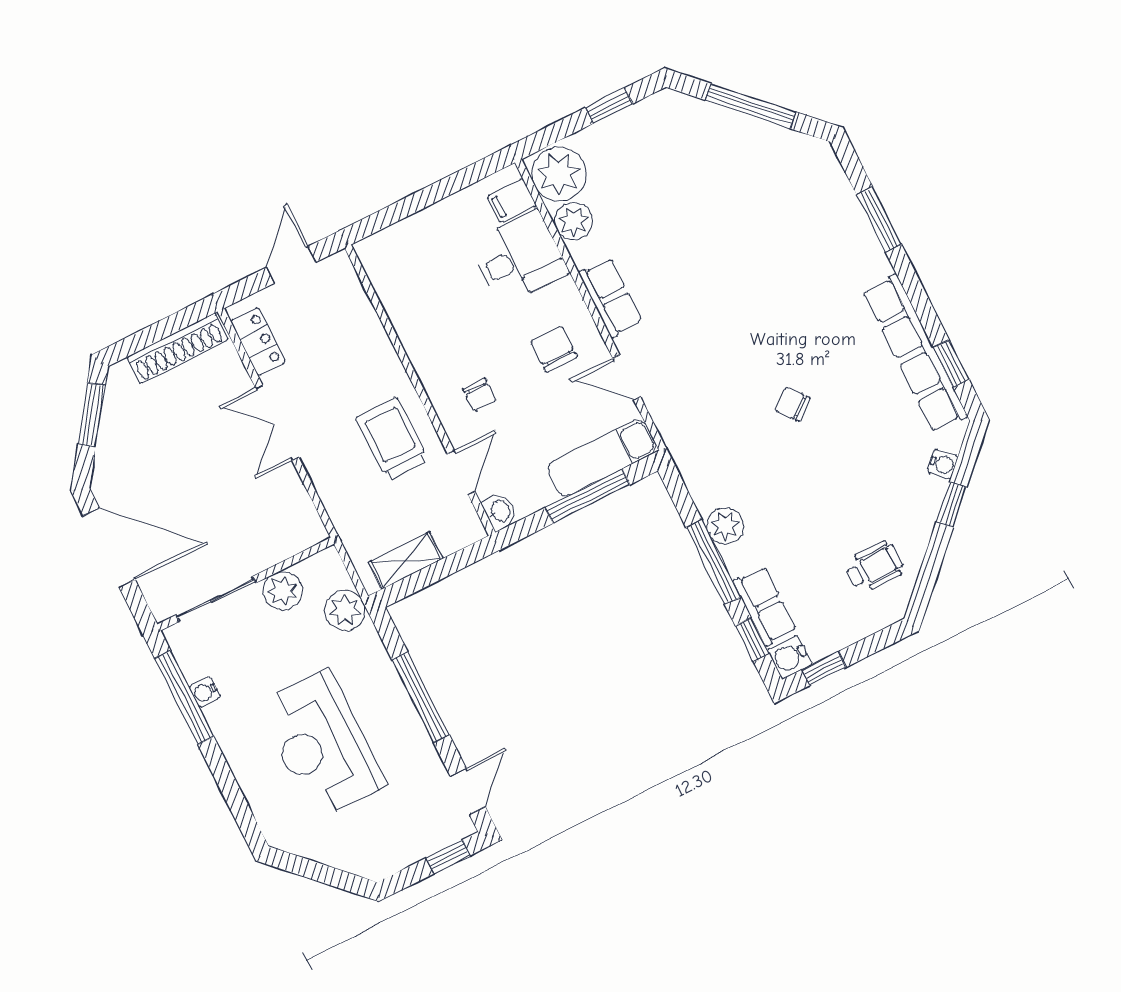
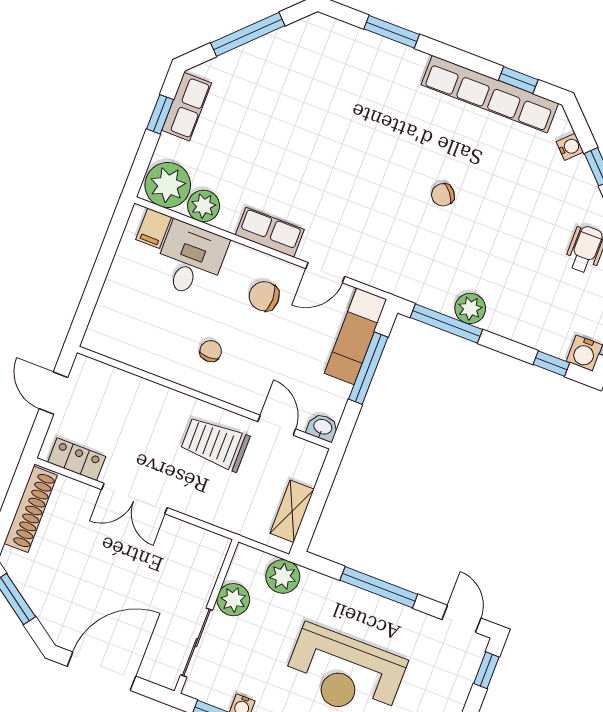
chair: (480, 395) -> (211, 351), moved, turned -90
window: (713, 562) -> (446, 323), moved
row of seats: (765, 606) -> (187, 107), moved, turned 90

